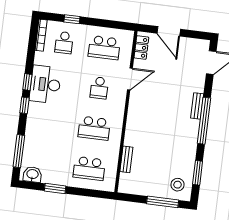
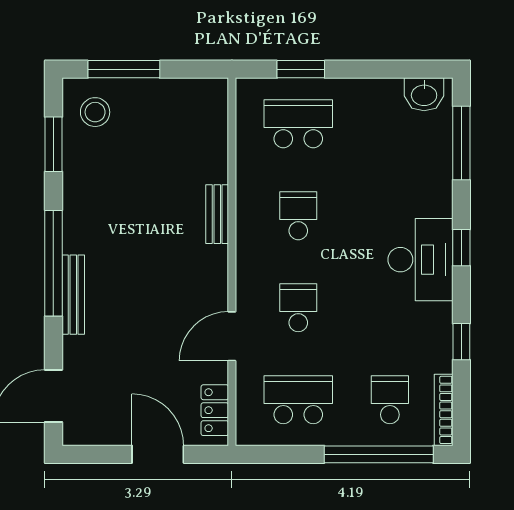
window: (72, 19) -> (379, 454), width x3.17
window: (27, 82) -> (461, 342), moved
desk: (45, 84) -> (420, 260), moved
bench: (197, 106) -> (73, 295), width x1.36
school desk: (94, 128) -> (298, 216), width x0.54
bench: (126, 159) -> (217, 214), moved
window: (55, 188) -> (301, 69), moved

